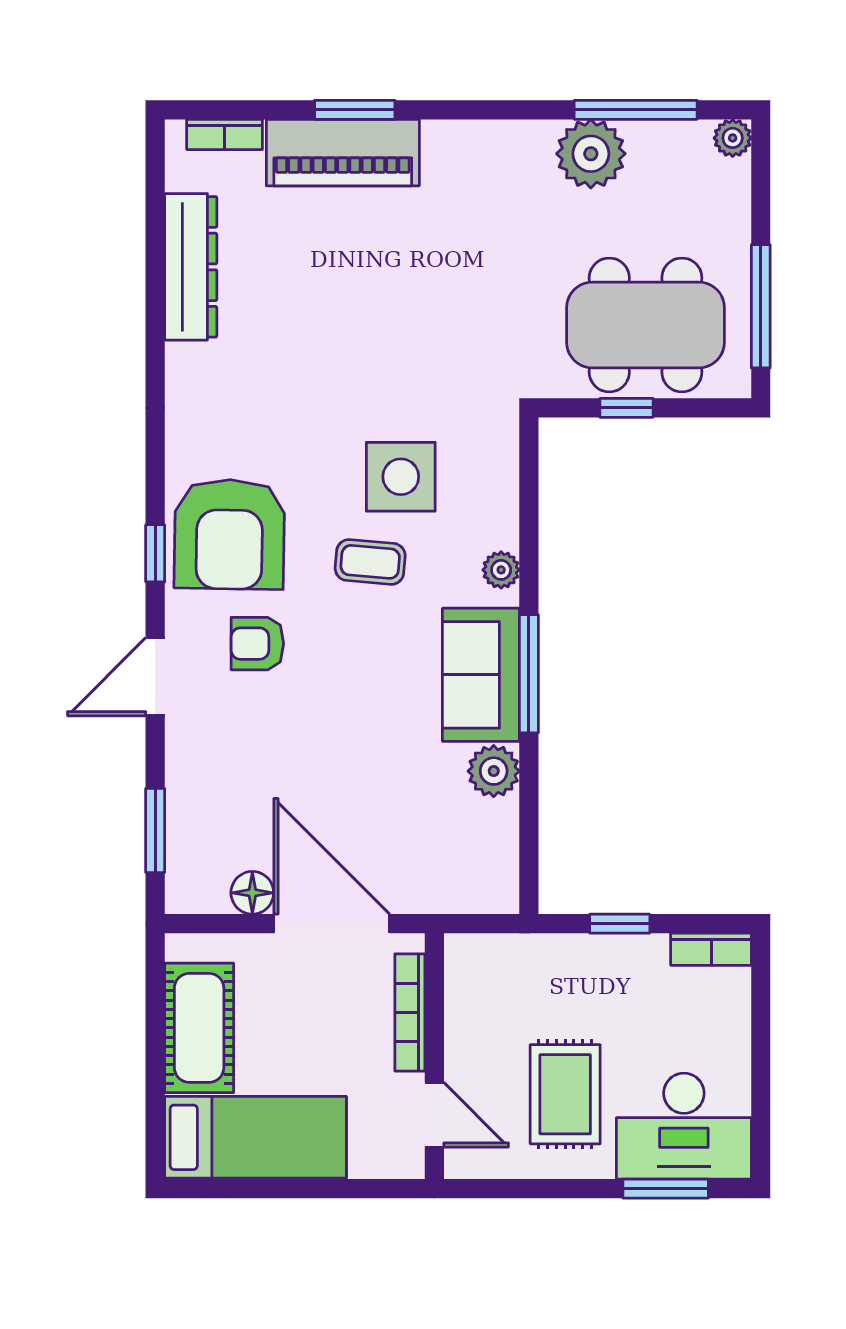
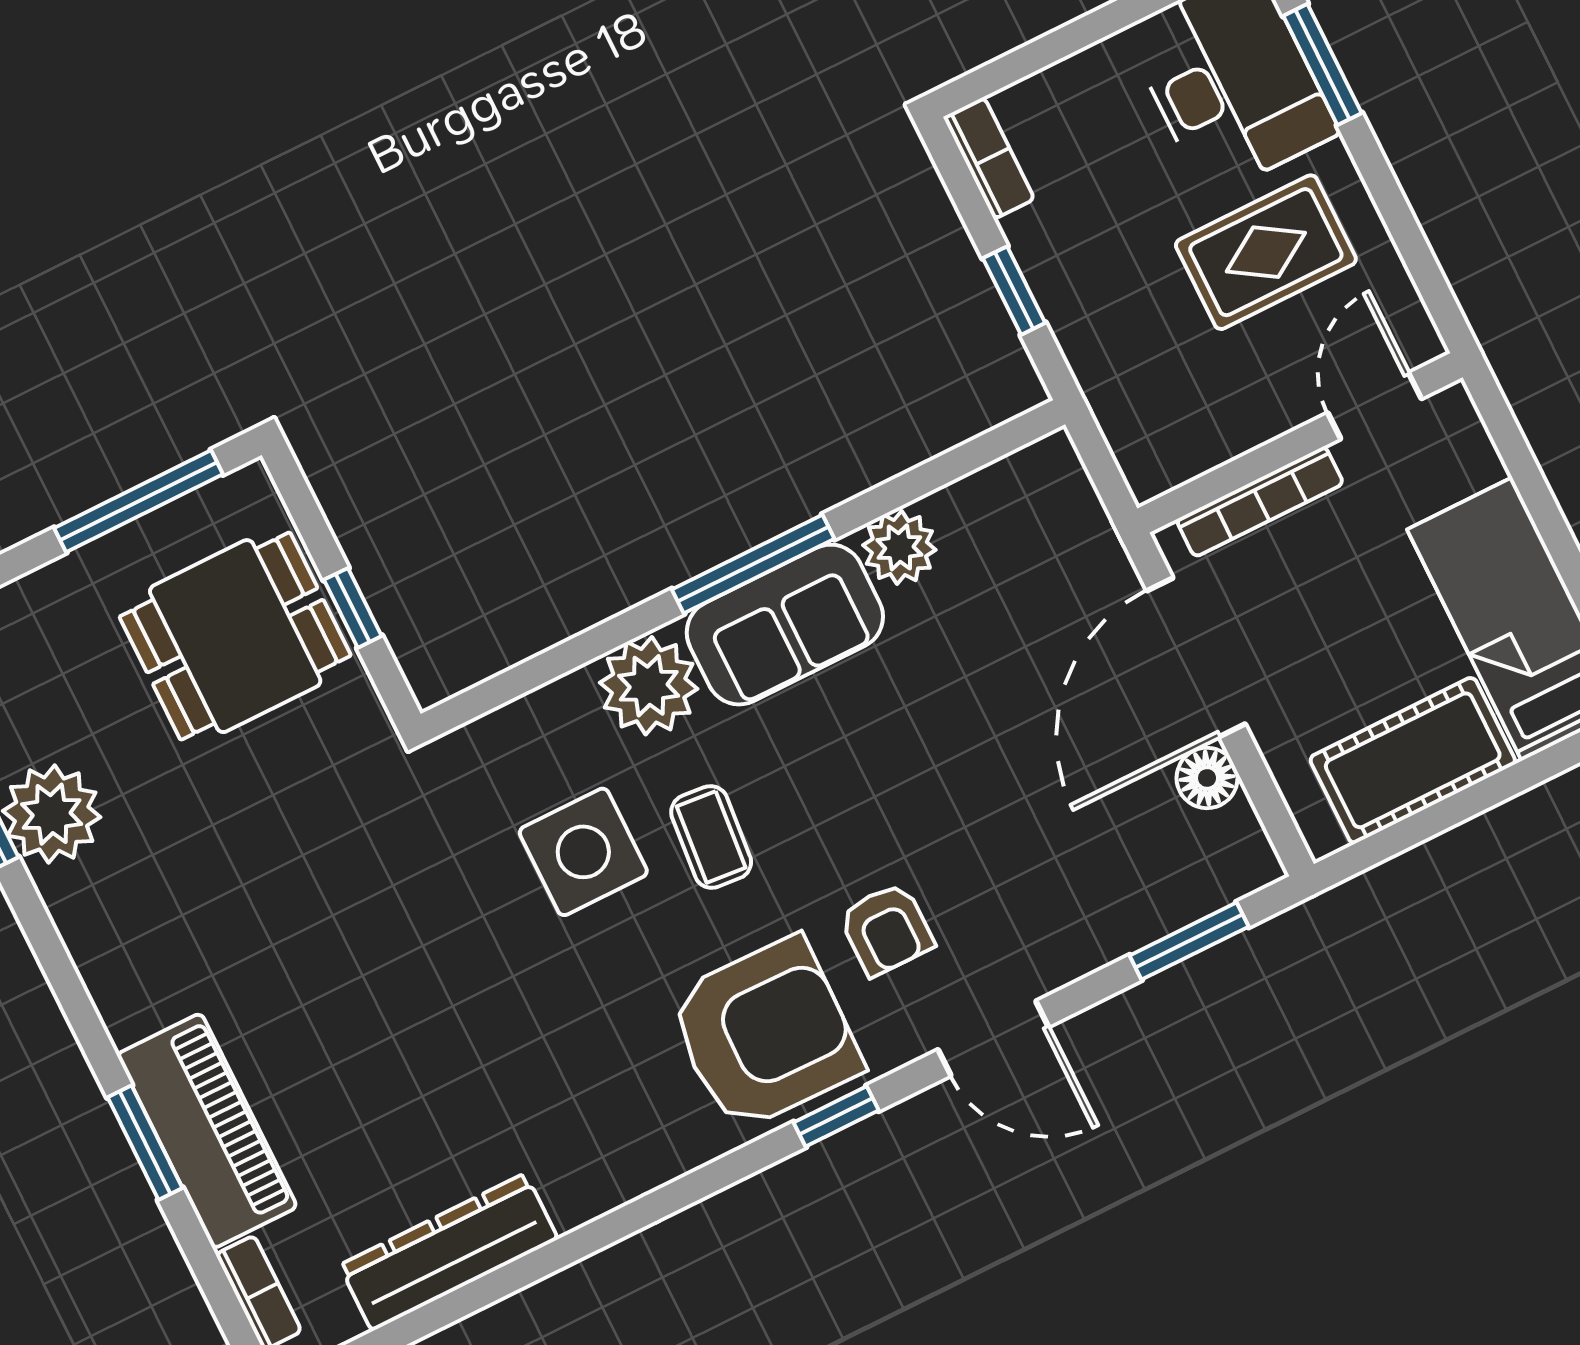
dining table: (646, 325) -> (235, 636), width x0.73
plant: (501, 570) -> (649, 686), width x1.88, depth x1.88

